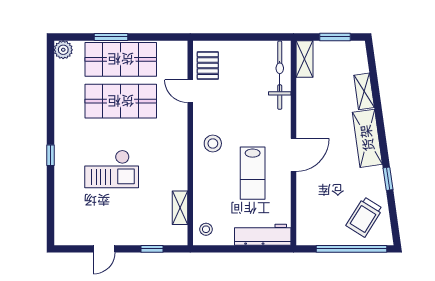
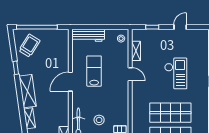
door: (190, 91) -> (130, 74), moved
stool: (213, 143) -> (99, 120), moved
checkout: (112, 169) -> (176, 73), turned 90

